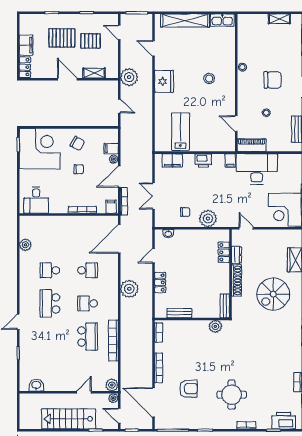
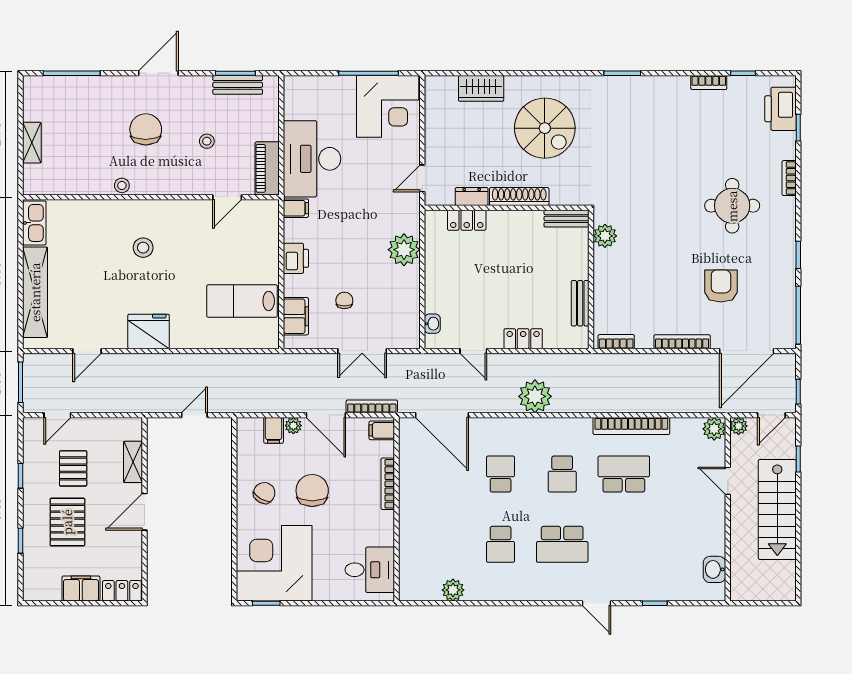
shelving: (279, 19) -> (32, 143), moved
plant: (129, 77) -> (141, 397), removed
chair: (79, 169) -> (312, 491), width x1.87, depth x1.87
chair: (185, 212) -> (344, 300), moved

